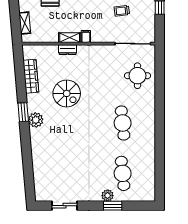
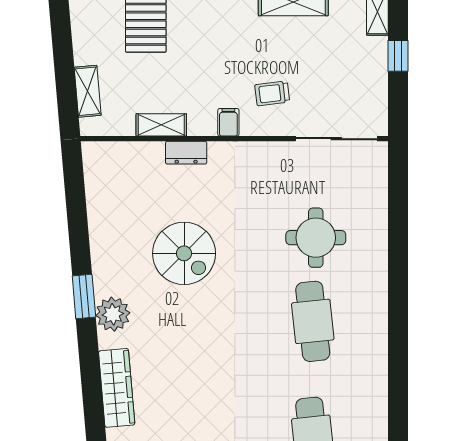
trolley: (122, 11) -> (272, 93), moved
shelving: (70, 38) -> (161, 125), moved
wardrobe: (31, 76) -> (117, 388), moved
round table: (137, 76) -> (316, 238), moved

